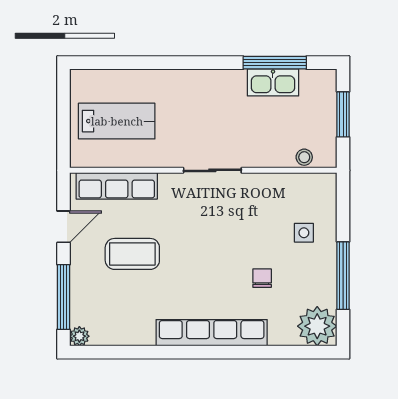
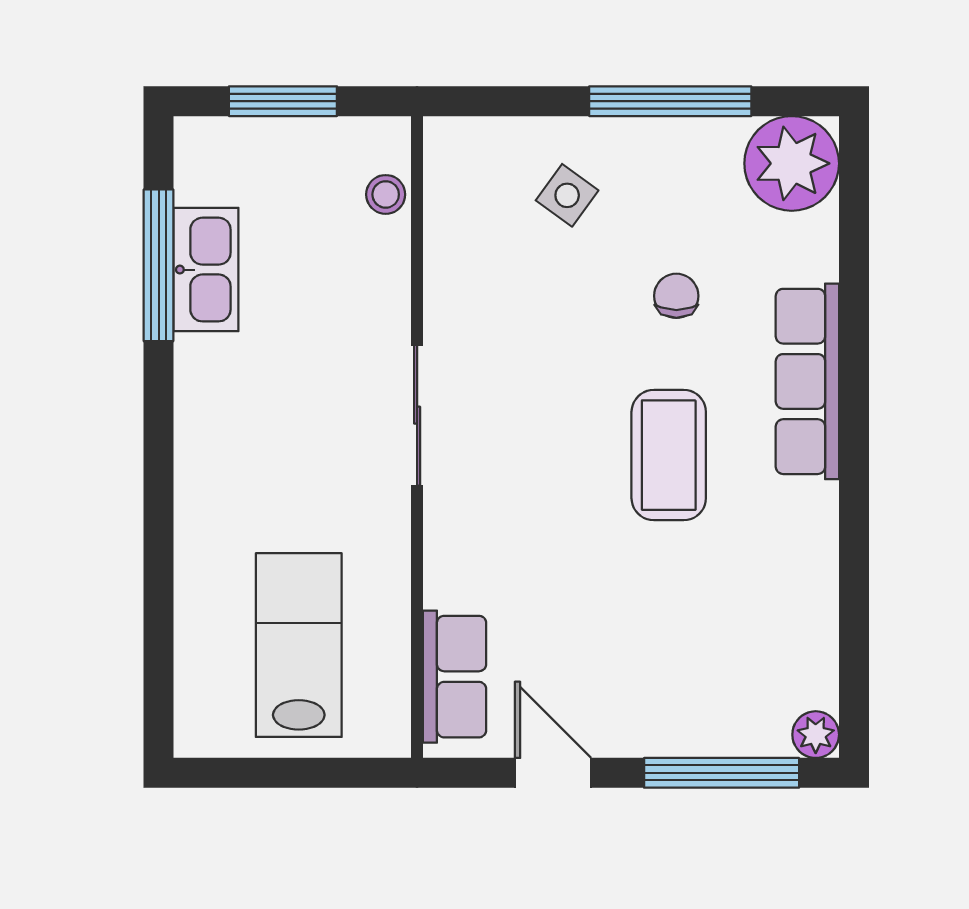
row of seats: (117, 186) -> (455, 677), width x0.68
side table: (304, 233) -> (567, 195), turned 36
coffee table: (132, 254) -> (669, 455), moved
chair: (262, 278) -> (676, 296), turned 90
row of seats: (212, 333) -> (807, 381), width x0.73

